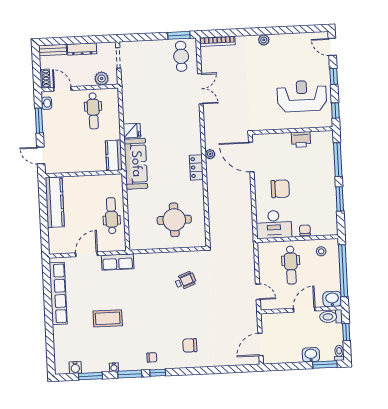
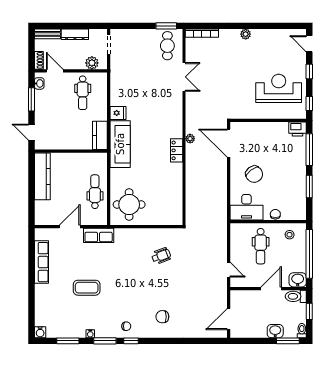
printer: (301, 139) -> (298, 129), moved
chair: (280, 189) -> (254, 174), turned 52
round table: (174, 220) -> (129, 205), moved
row of seats: (58, 293) -> (41, 262), width x0.73
water cooler: (75, 368) -> (40, 332), moved

